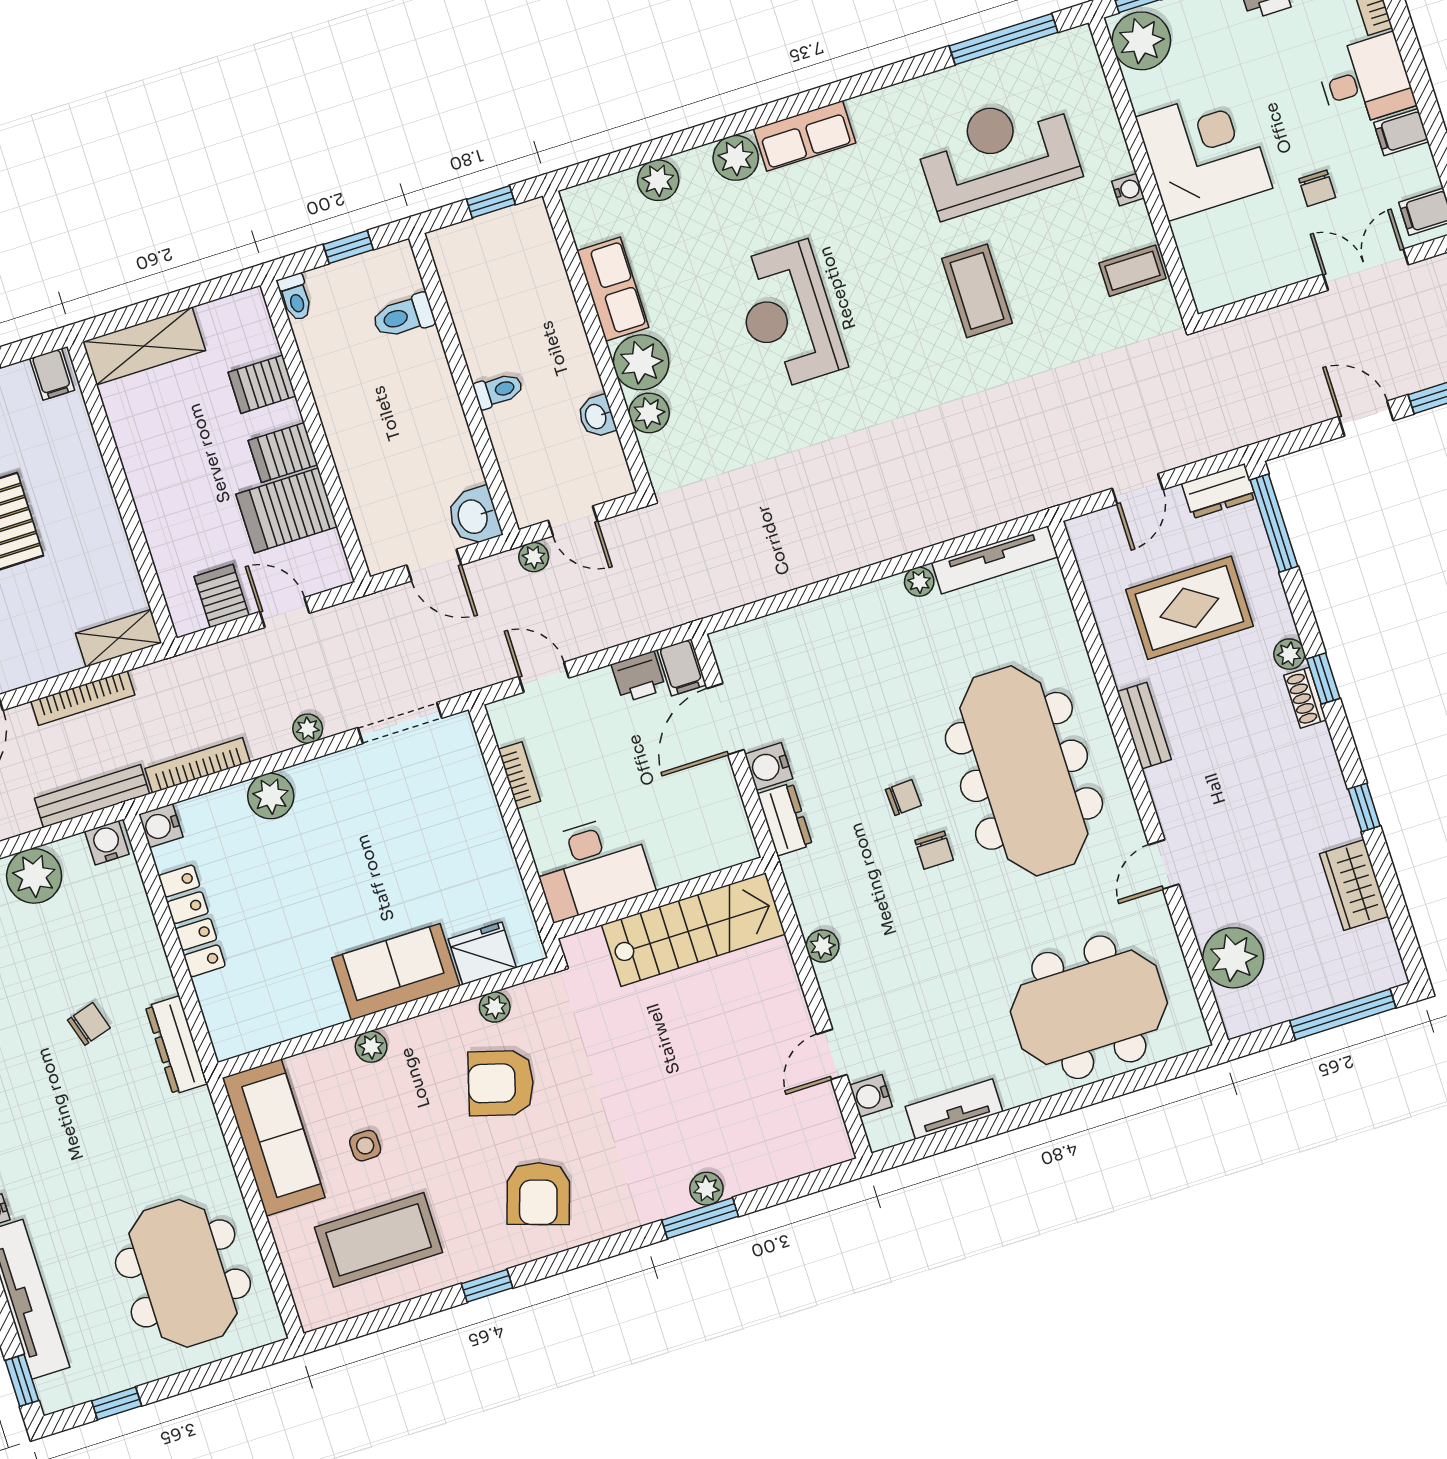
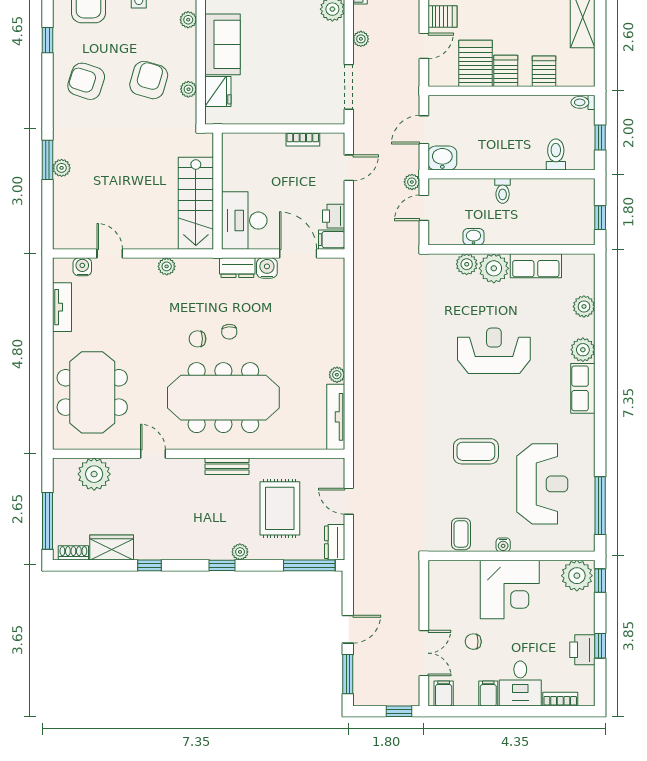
shoe rack: (1305, 698) -> (73, 553), moved
desk: (592, 867) -> (244, 221), moved

